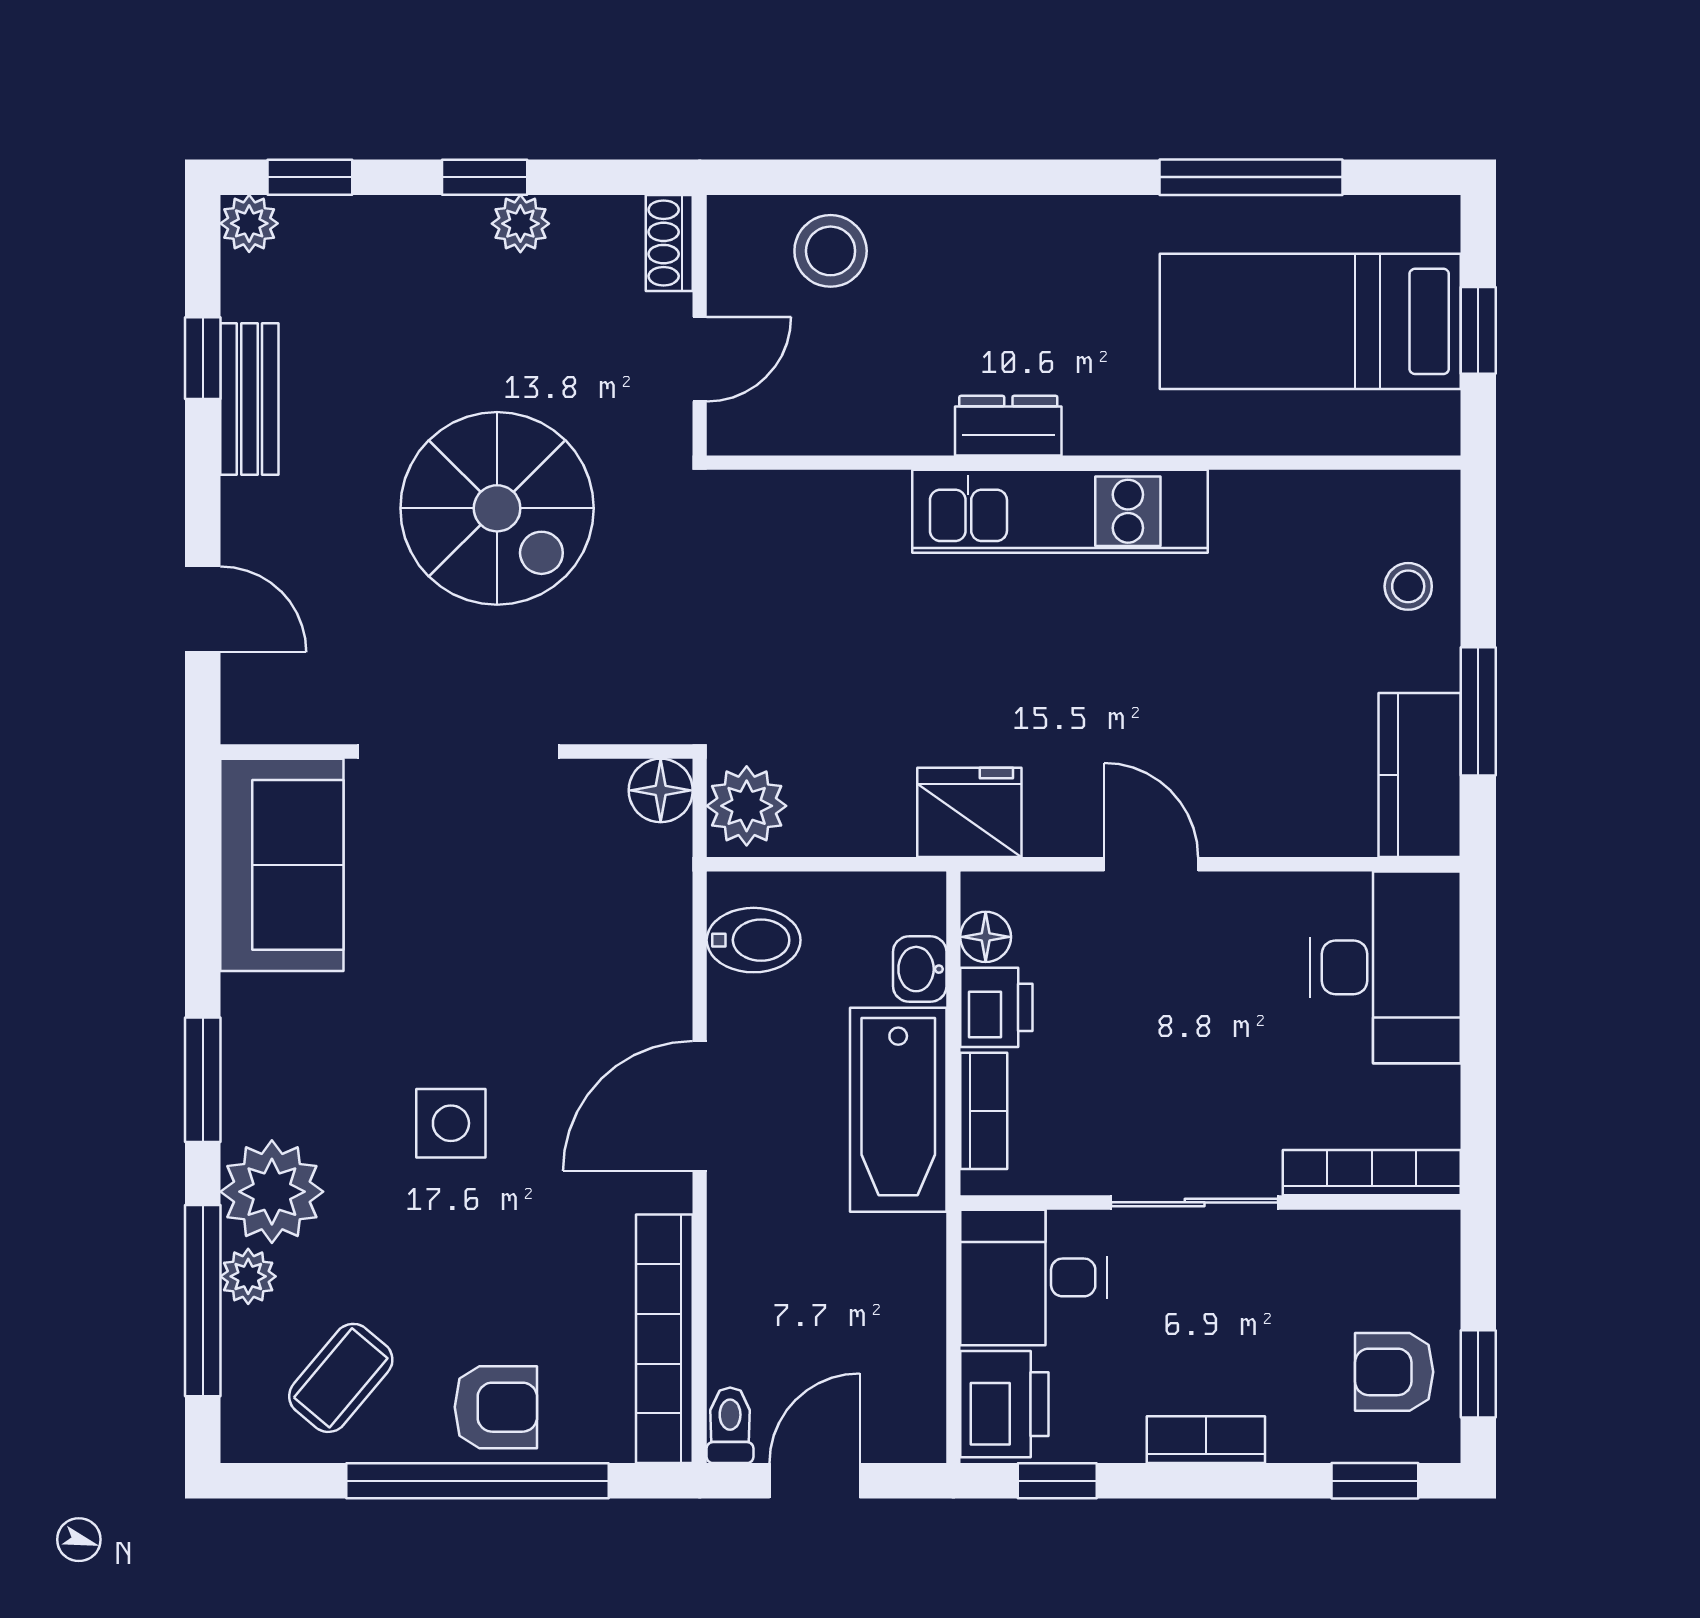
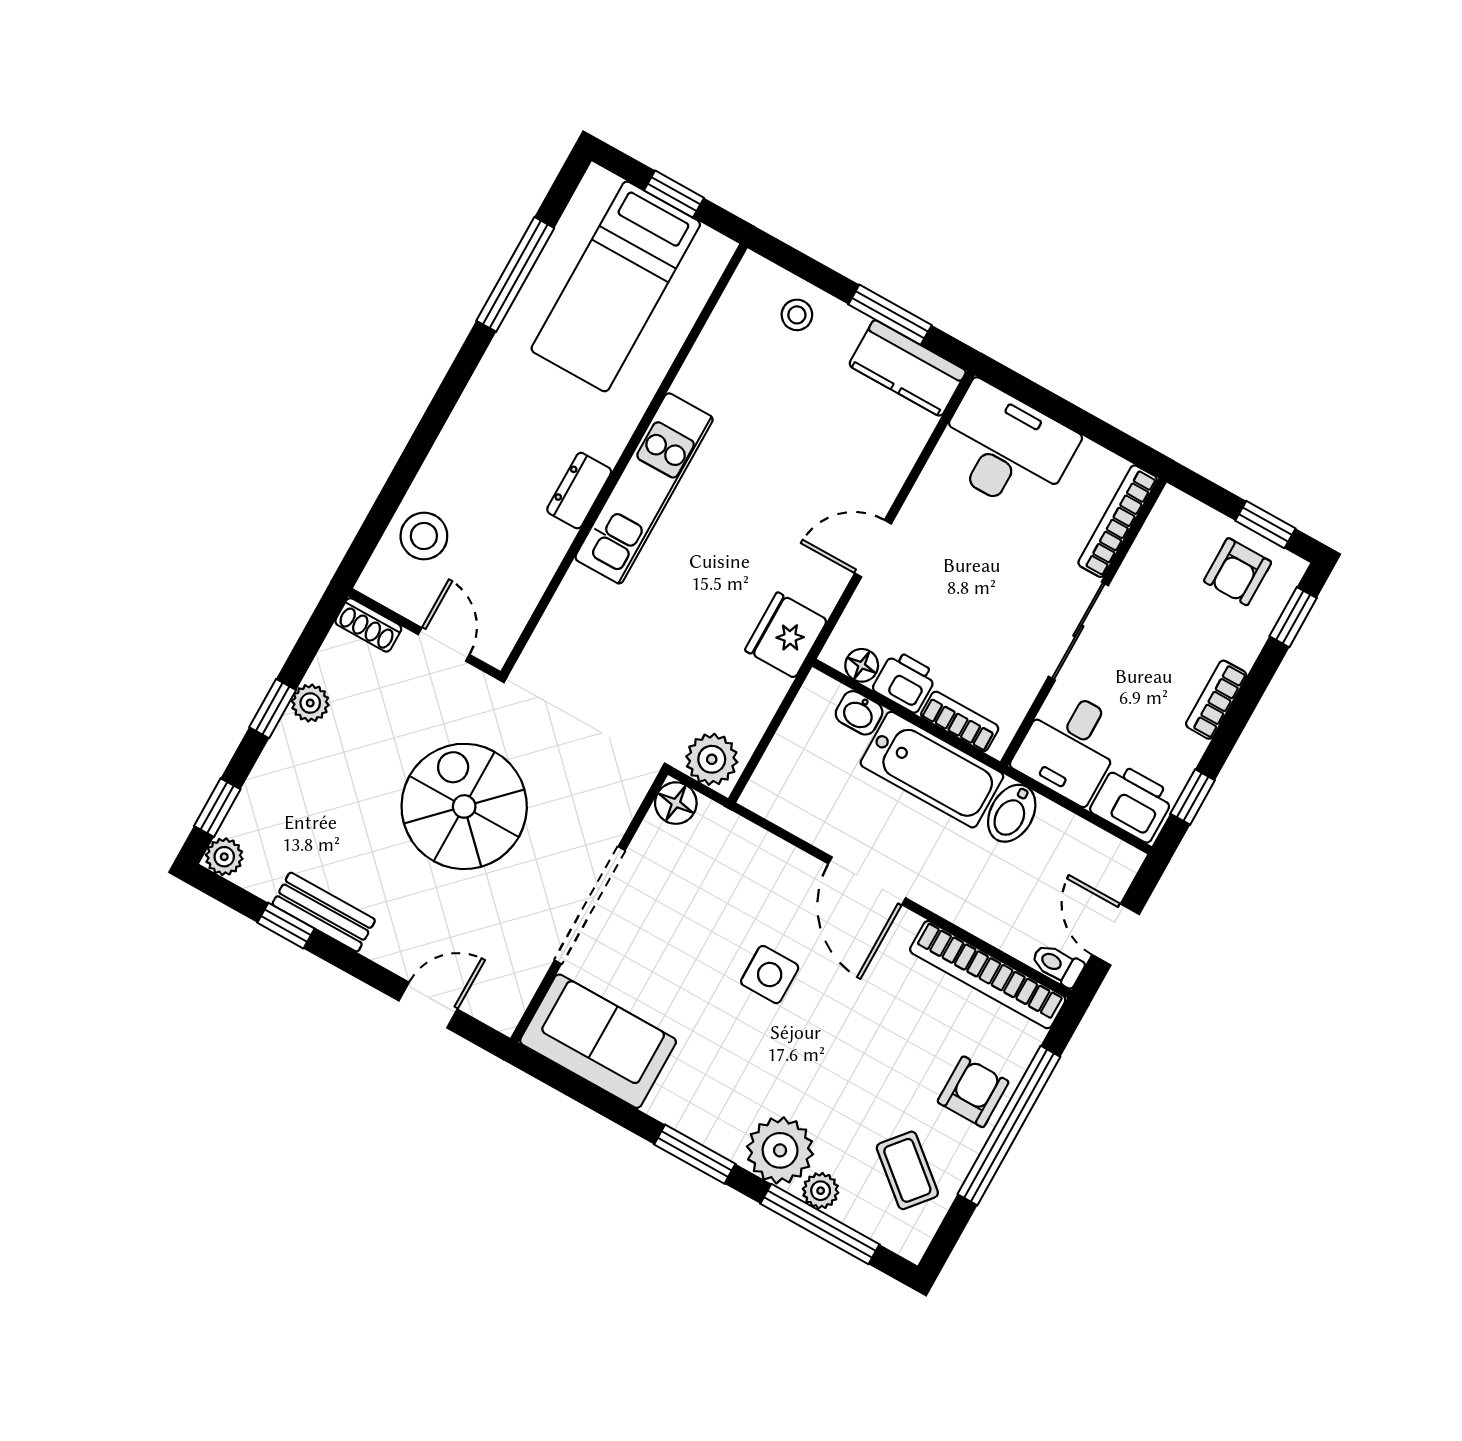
spiral stairs: (497, 508) -> (464, 806), turned -90
bidet: (754, 940) -> (1012, 813), moved, turned 180
side table: (451, 1123) -> (770, 975), moved

